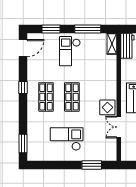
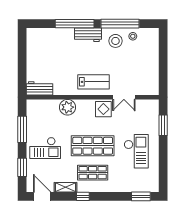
shelving: (112, 44) -> (65, 187), moved
plant: (109, 73) -> (68, 107), added
shop shelf: (72, 97) -> (93, 146), width x1.43, depth x1.36
checkout: (67, 139) -> (136, 151), turned 180

